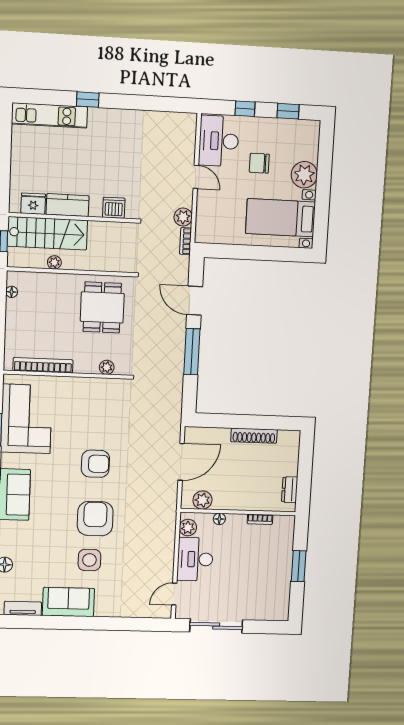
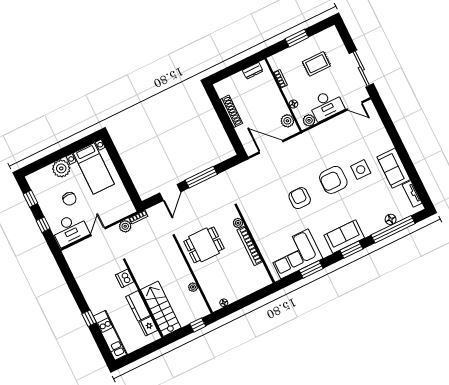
fridge: (33, 204) -> (148, 326), moved
kitchen counter: (68, 205) -> (138, 306), moved
dishwasher: (114, 208) -> (125, 278), moved
wall: (73, 218) -> (144, 299), moved
stairs: (47, 233) -> (161, 309), moved
bookcase: (43, 365) -> (250, 246), moved
rug: (253, 574) -> (316, 64), added

